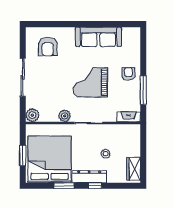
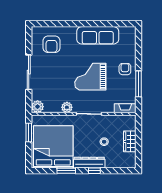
window: (23, 156) -> (29, 132), moved
wardrobe: (134, 169) -> (130, 141), moved

